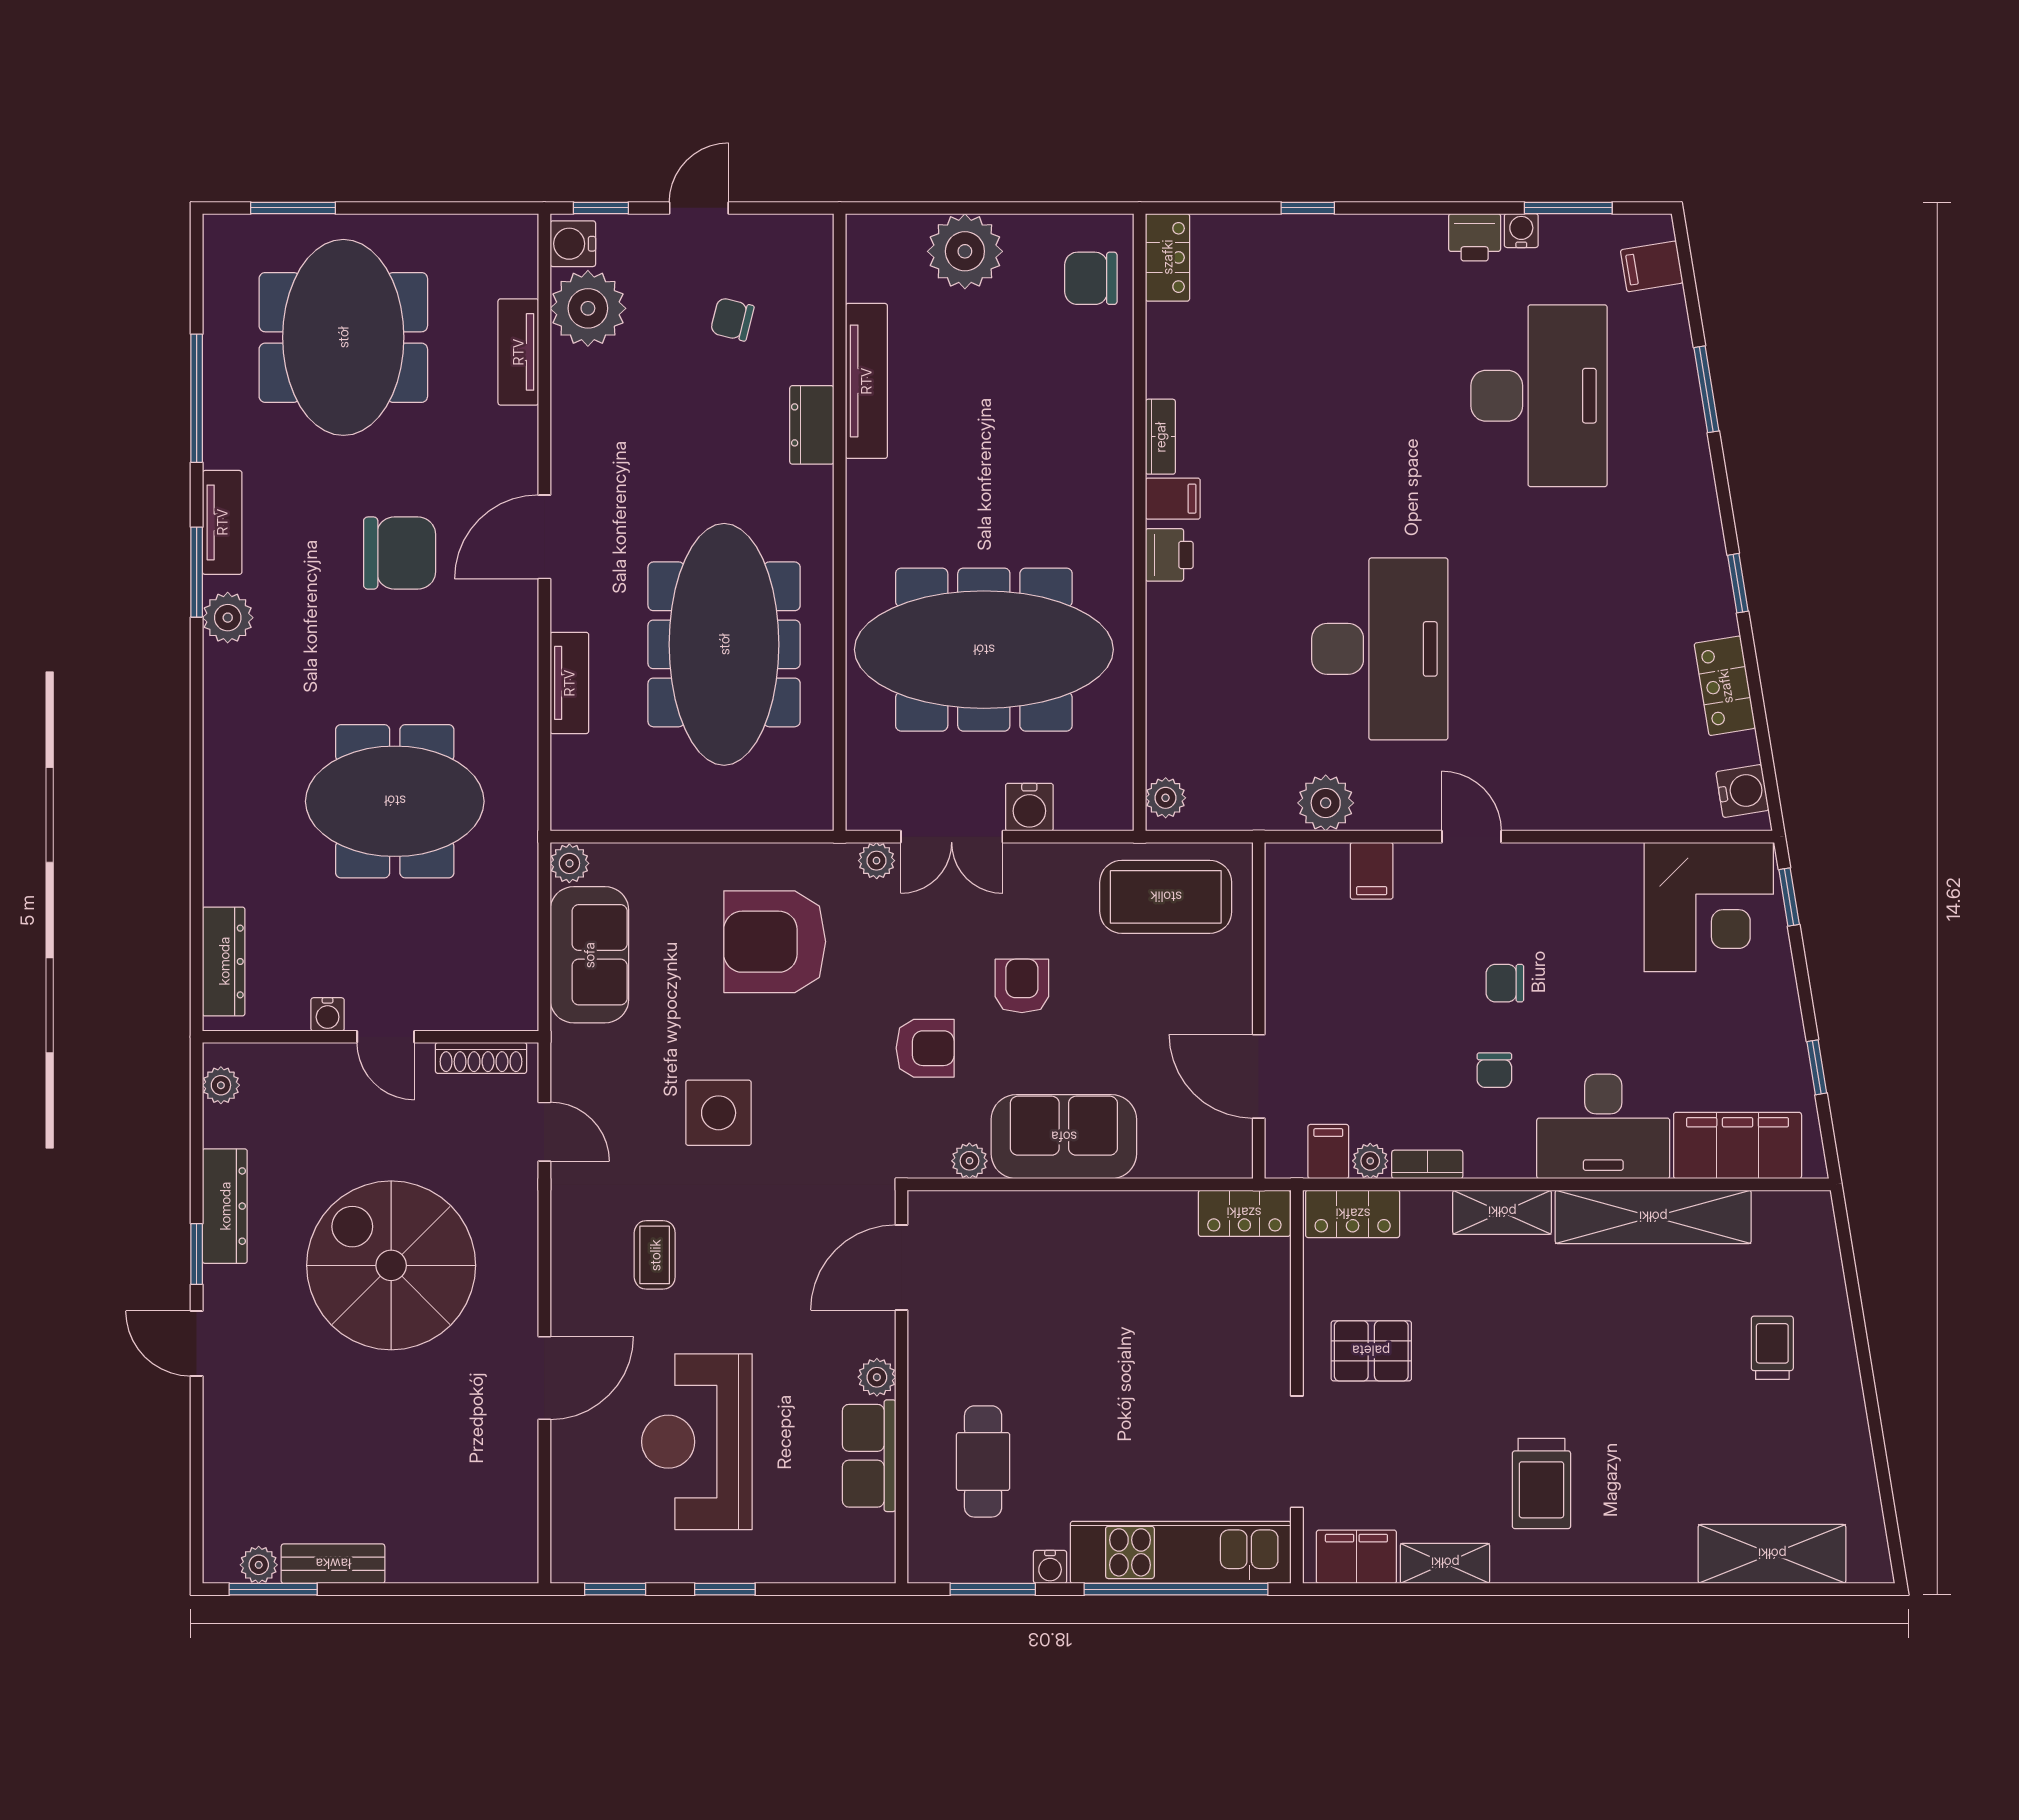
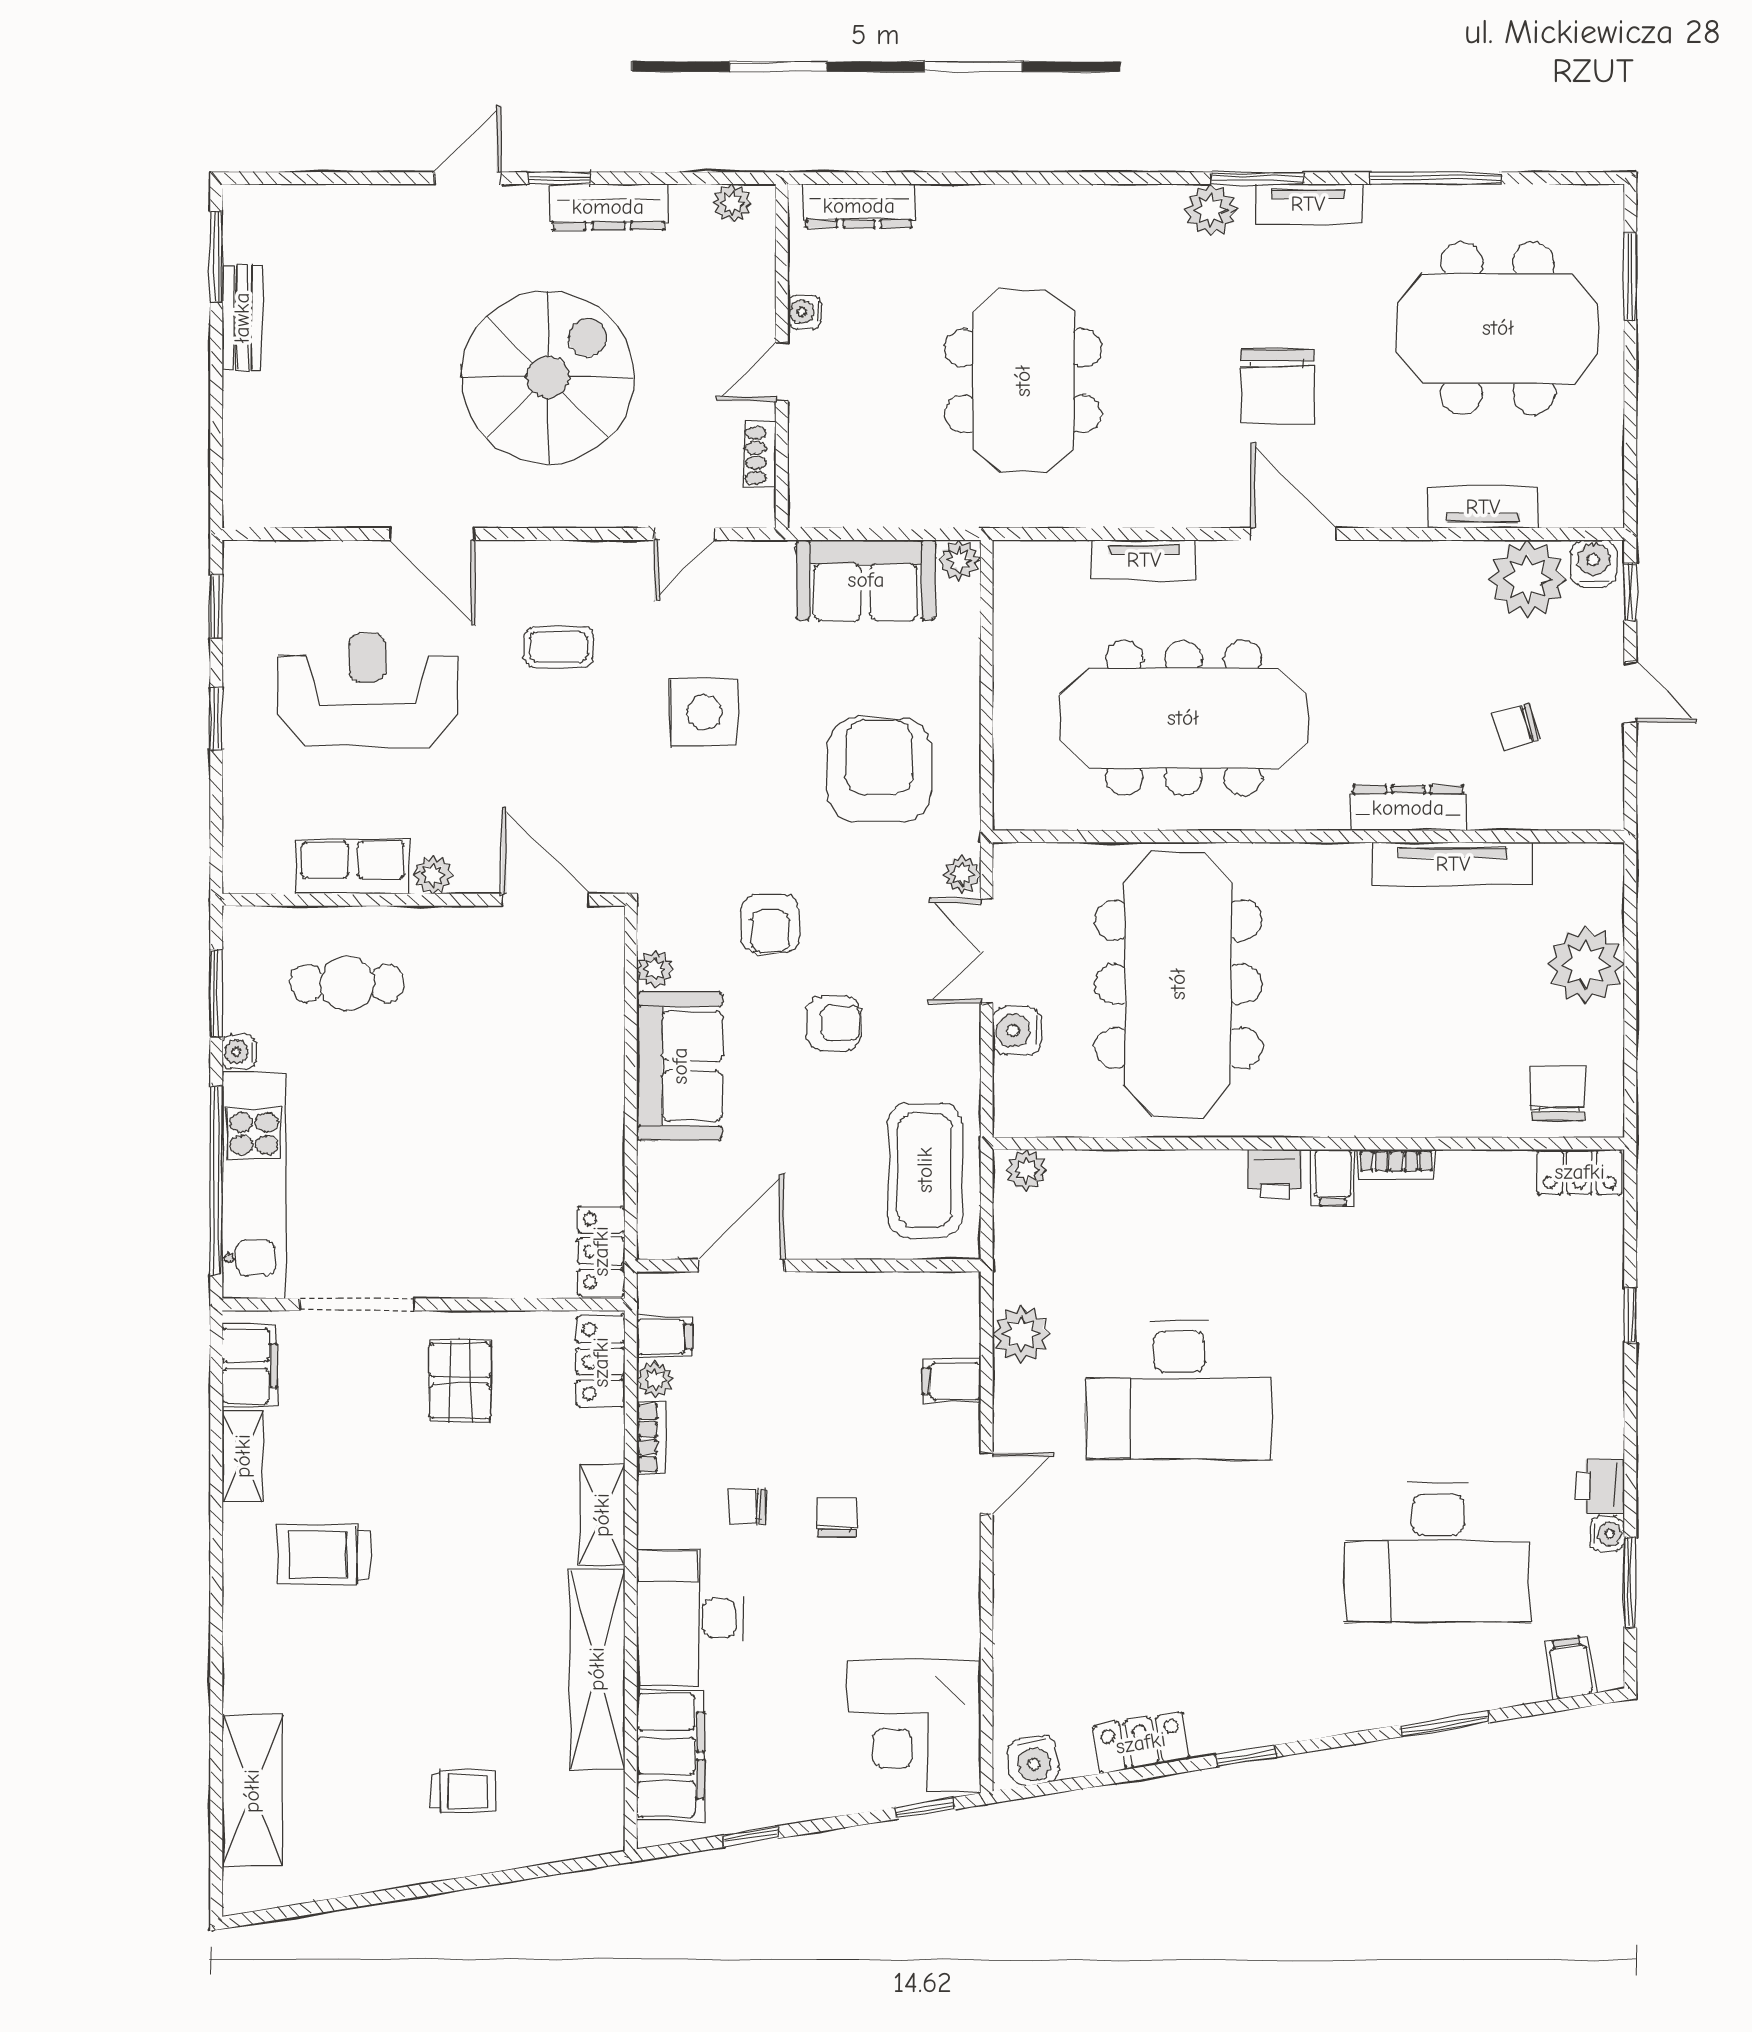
chair: (732, 319) -> (1516, 726), turned -121
dresser: (812, 425) -> (1408, 808), width x1.44
shoe rack: (481, 1058) -> (760, 455), width x0.70
plant: (259, 1565) -> (241, 242), removed

